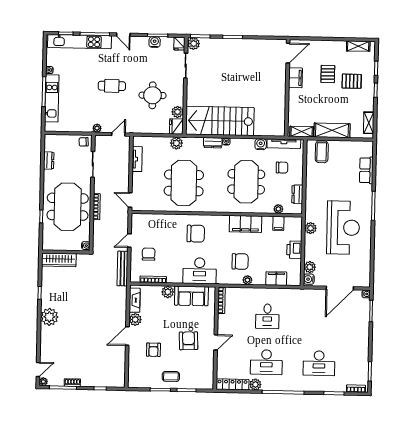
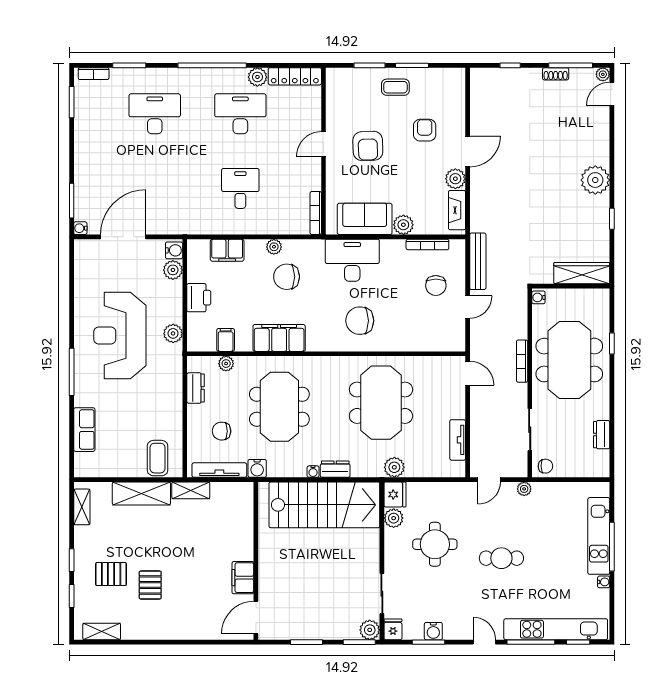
door: (288, 53) -> (256, 618), moved
filing cabinet: (295, 78) -> (243, 578), moved
wall: (287, 88) -> (256, 561), moved

